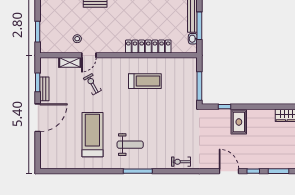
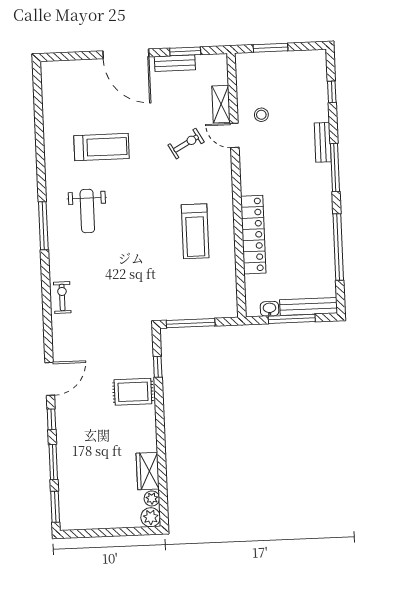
treadmill: (92, 135) -> (102, 147), width x0.73, depth x0.73

